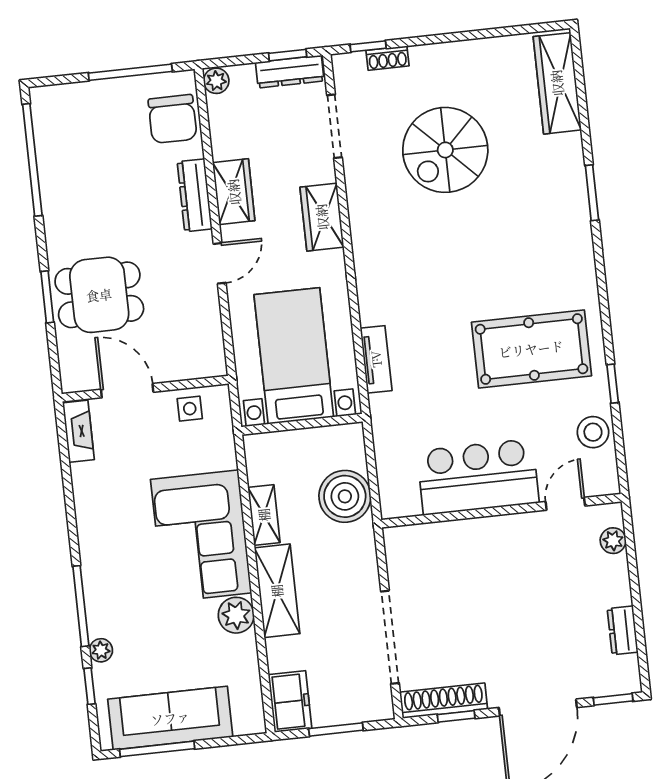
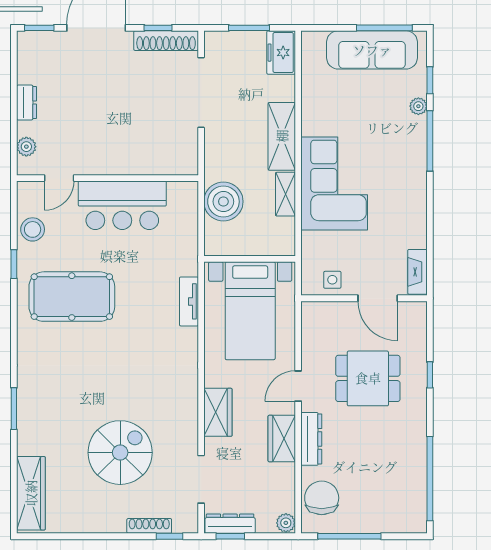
shoe rack: (387, 58) -> (149, 526), width x1.43
dining table: (99, 295) -> (368, 378), moved
window: (47, 297) -> (430, 375), width x0.67
plant: (236, 615) -> (314, 121), removed
dresser: (623, 630) -> (27, 102), moved

